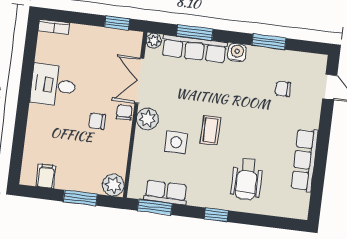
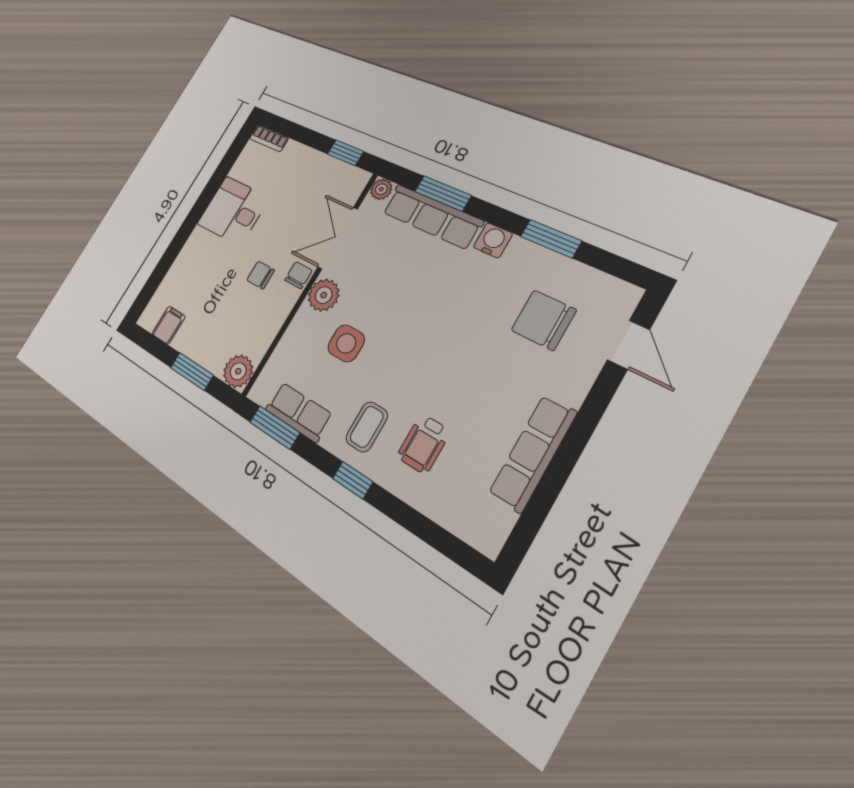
chair: (283, 89) -> (544, 320), width x1.87, depth x1.87
coffee table: (210, 130) -> (367, 427), moved
wheelchair: (247, 179) -> (424, 444), width x0.73, depth x0.73

